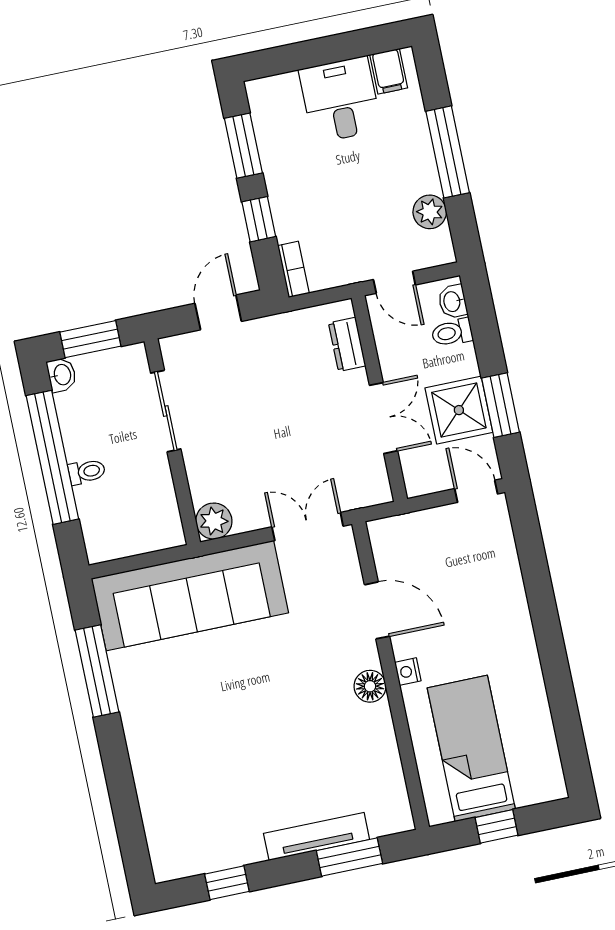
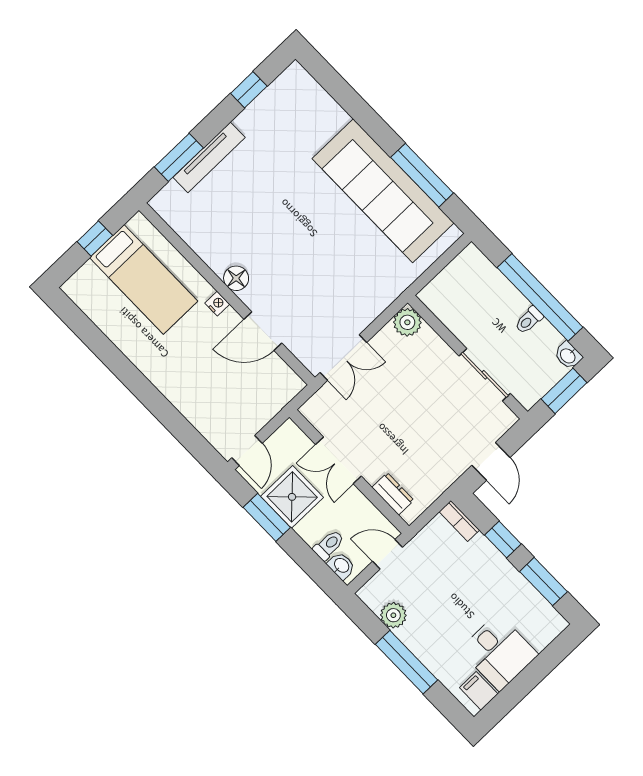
toilet: (87, 472) -> (529, 320), moved
door: (476, 491) -> (247, 451), hinge flipped
sofa: (190, 596) -> (383, 191), moved, turned -90

